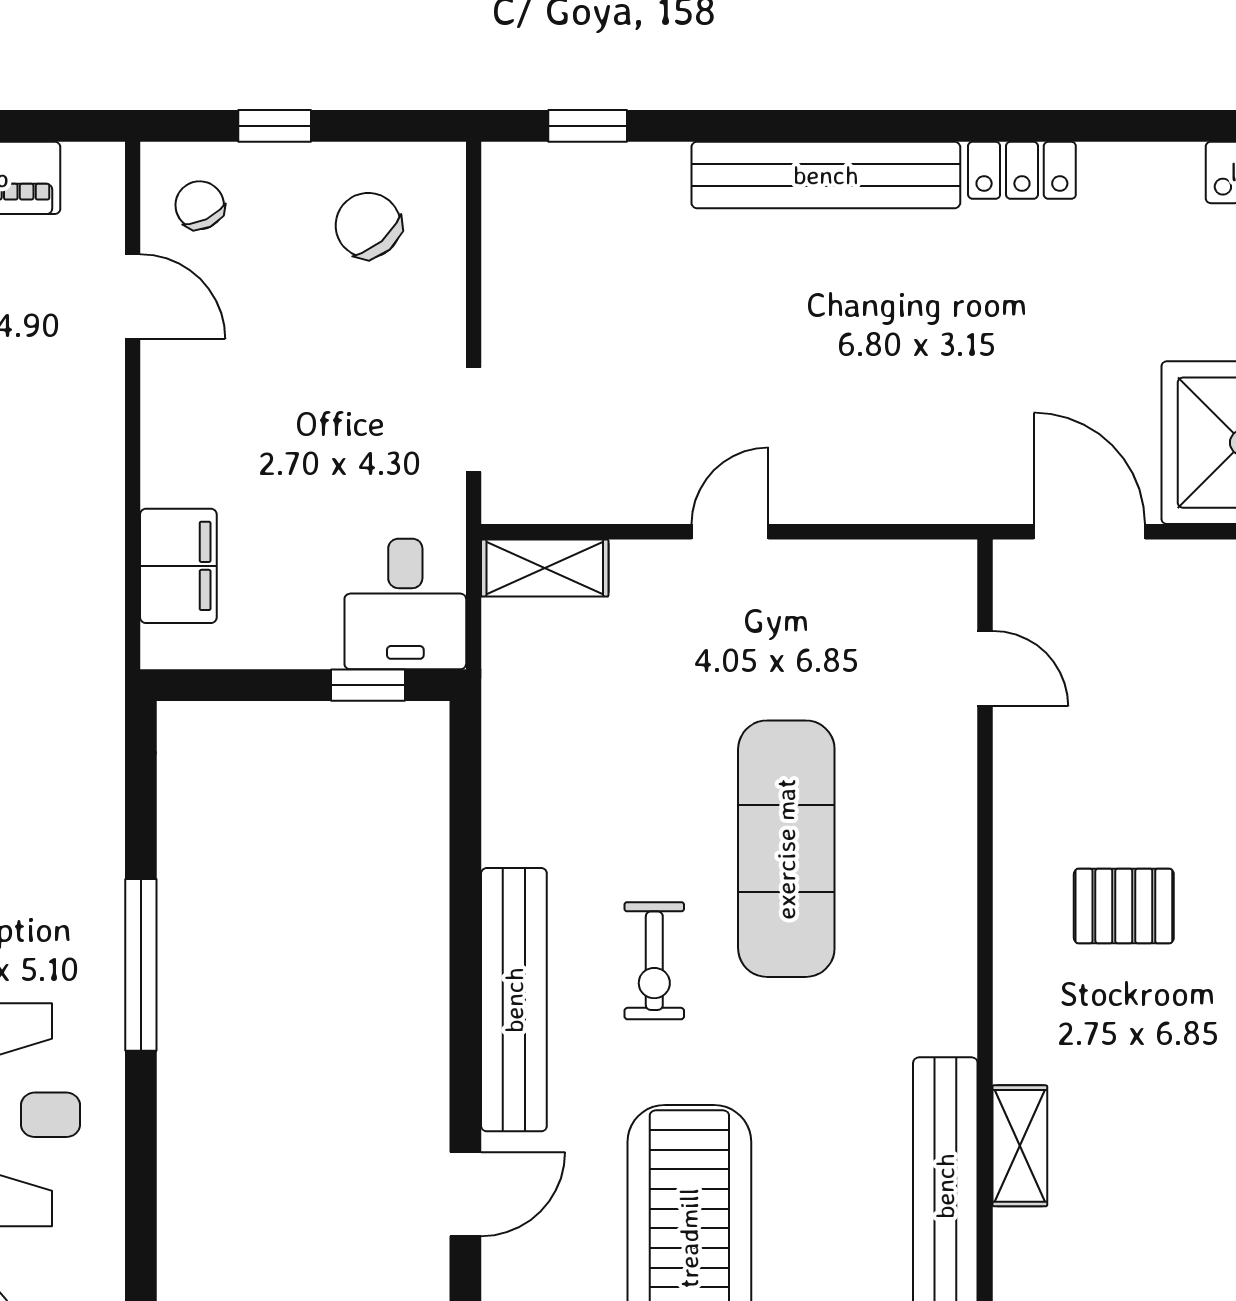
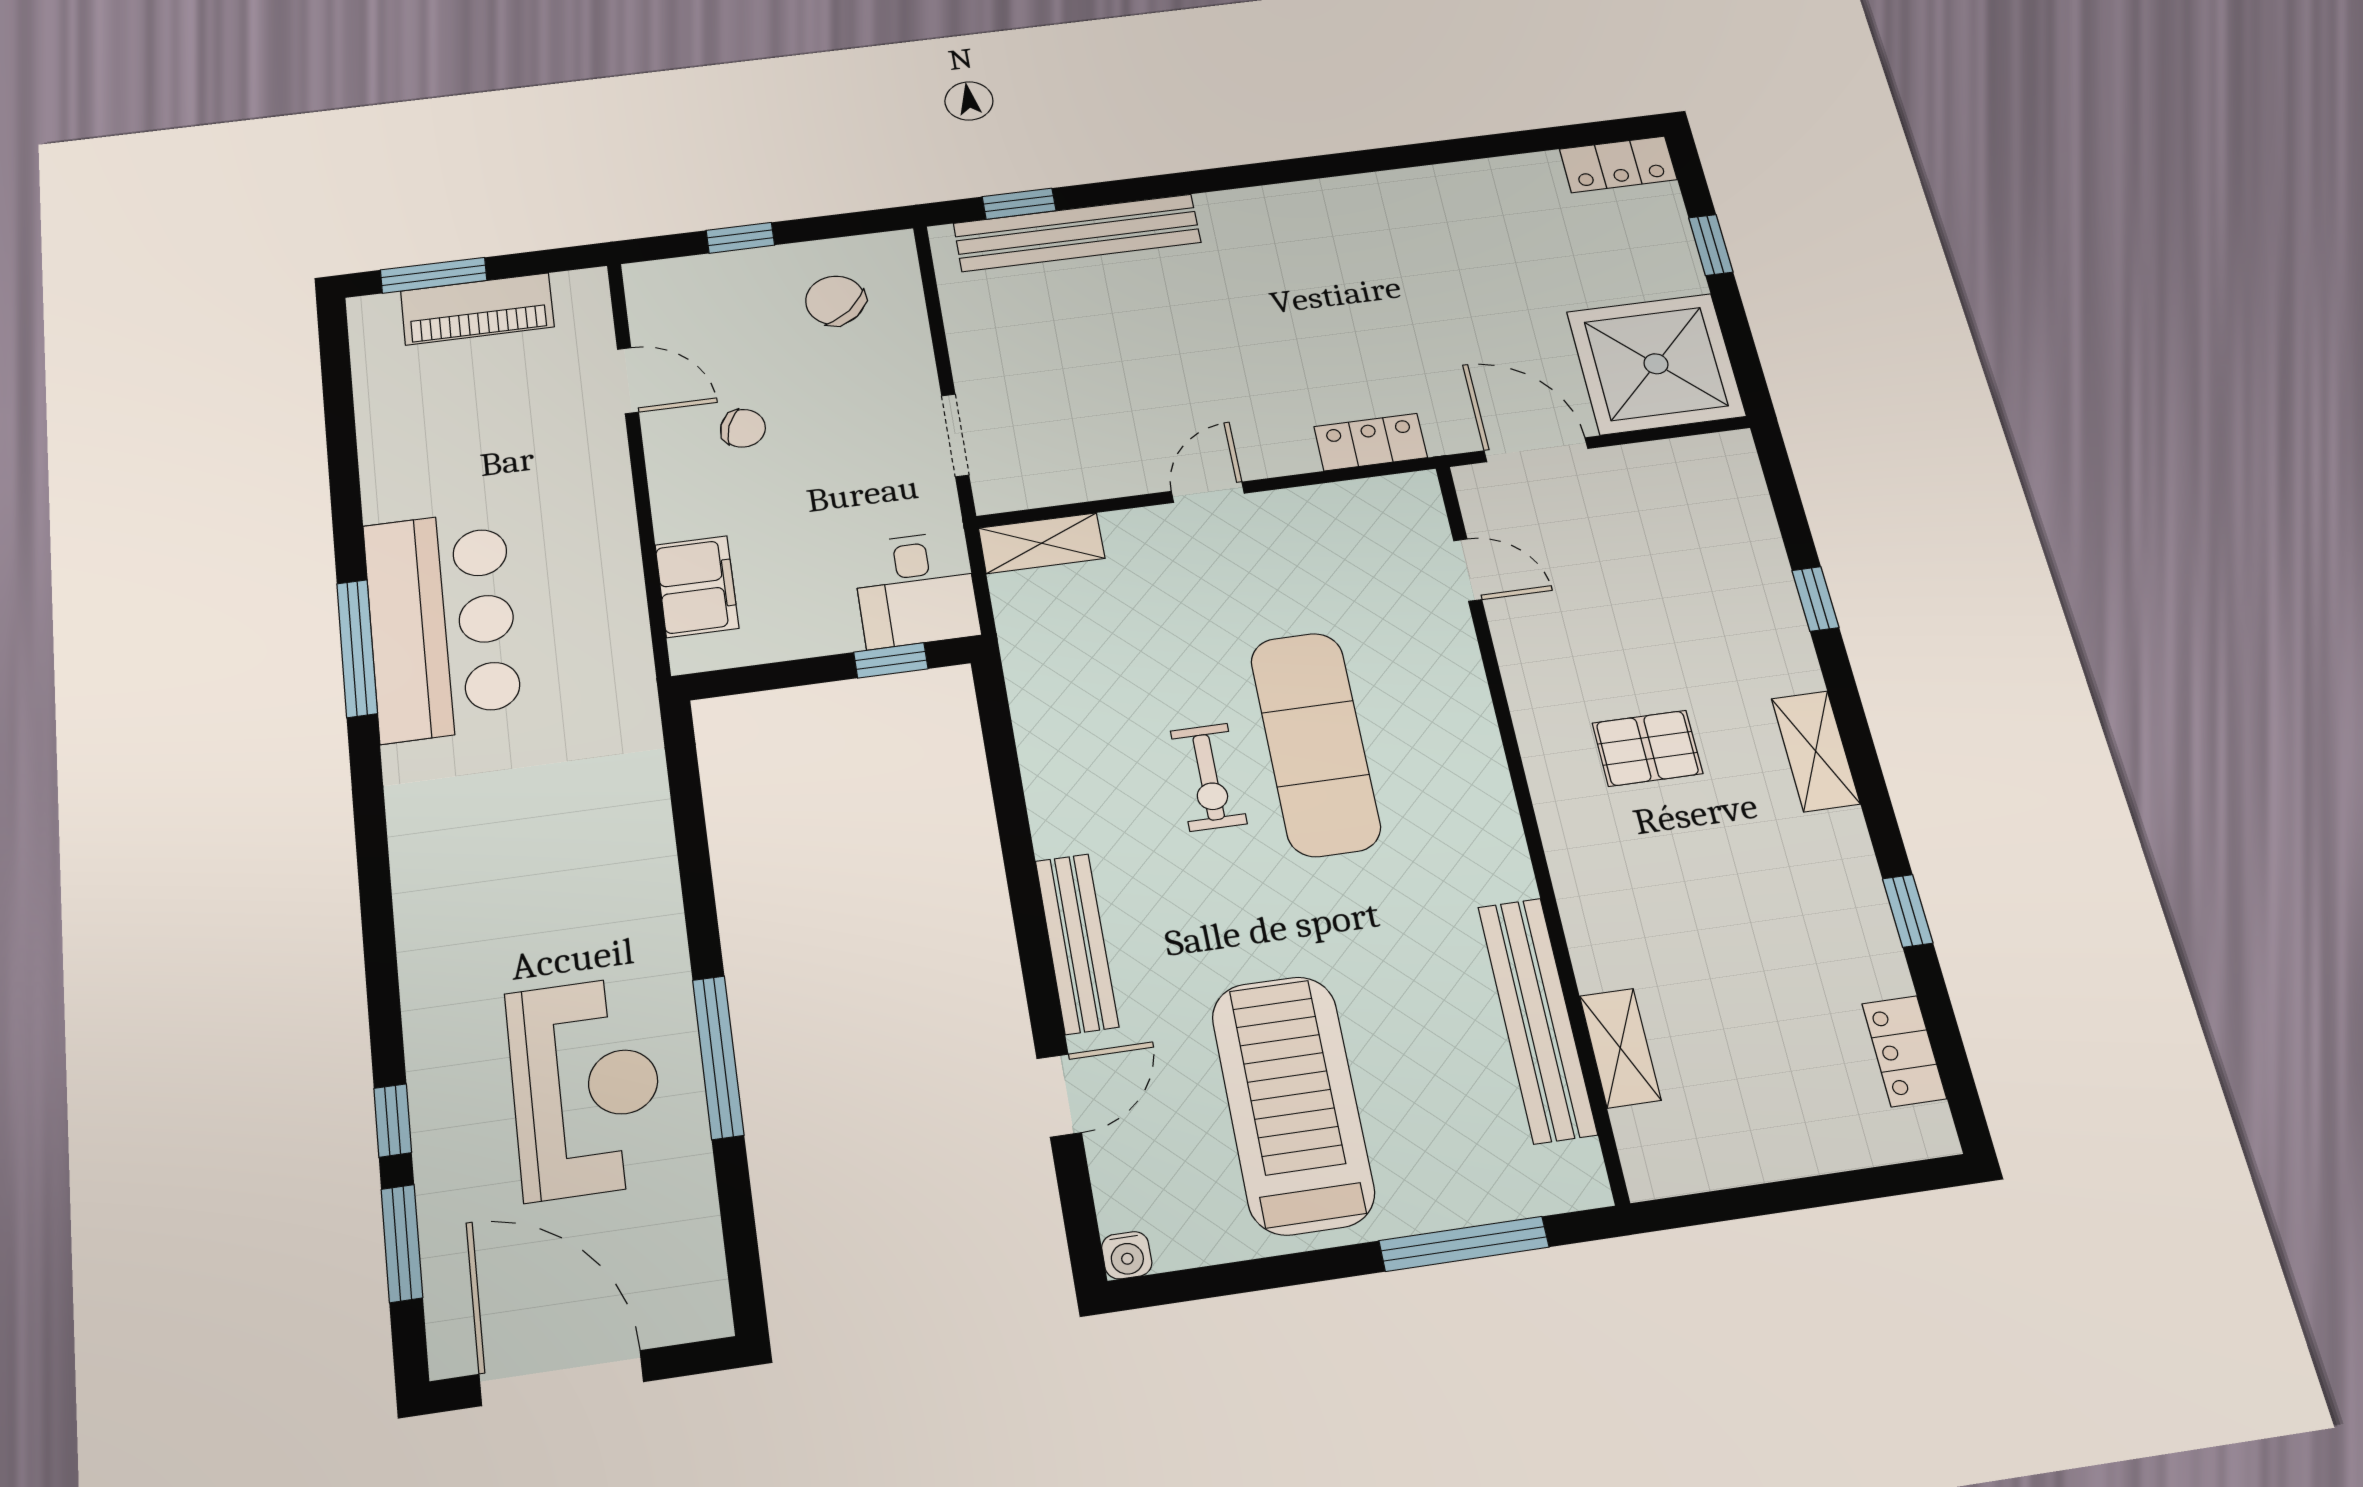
locker: (1022, 170) -> (1371, 442), moved, turned 180
bench: (826, 175) -> (1077, 233), moved
chair: (200, 205) -> (743, 428), moved, turned 135
exercise bike: (654, 961) -> (1209, 777), moved
window: (141, 965) -> (718, 1057), moved
bench: (514, 1000) -> (1077, 943), width x0.73, depth x0.82
shelving: (1020, 1146) -> (1620, 1048), moved

